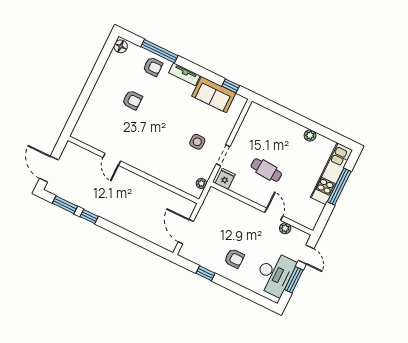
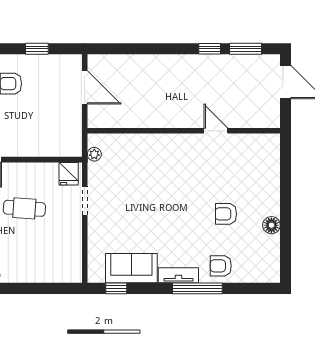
floor lamp: (121, 46) -> (271, 225), moved
window: (159, 51) -> (197, 288), moved
side table: (197, 142) -> (124, 202), removed

